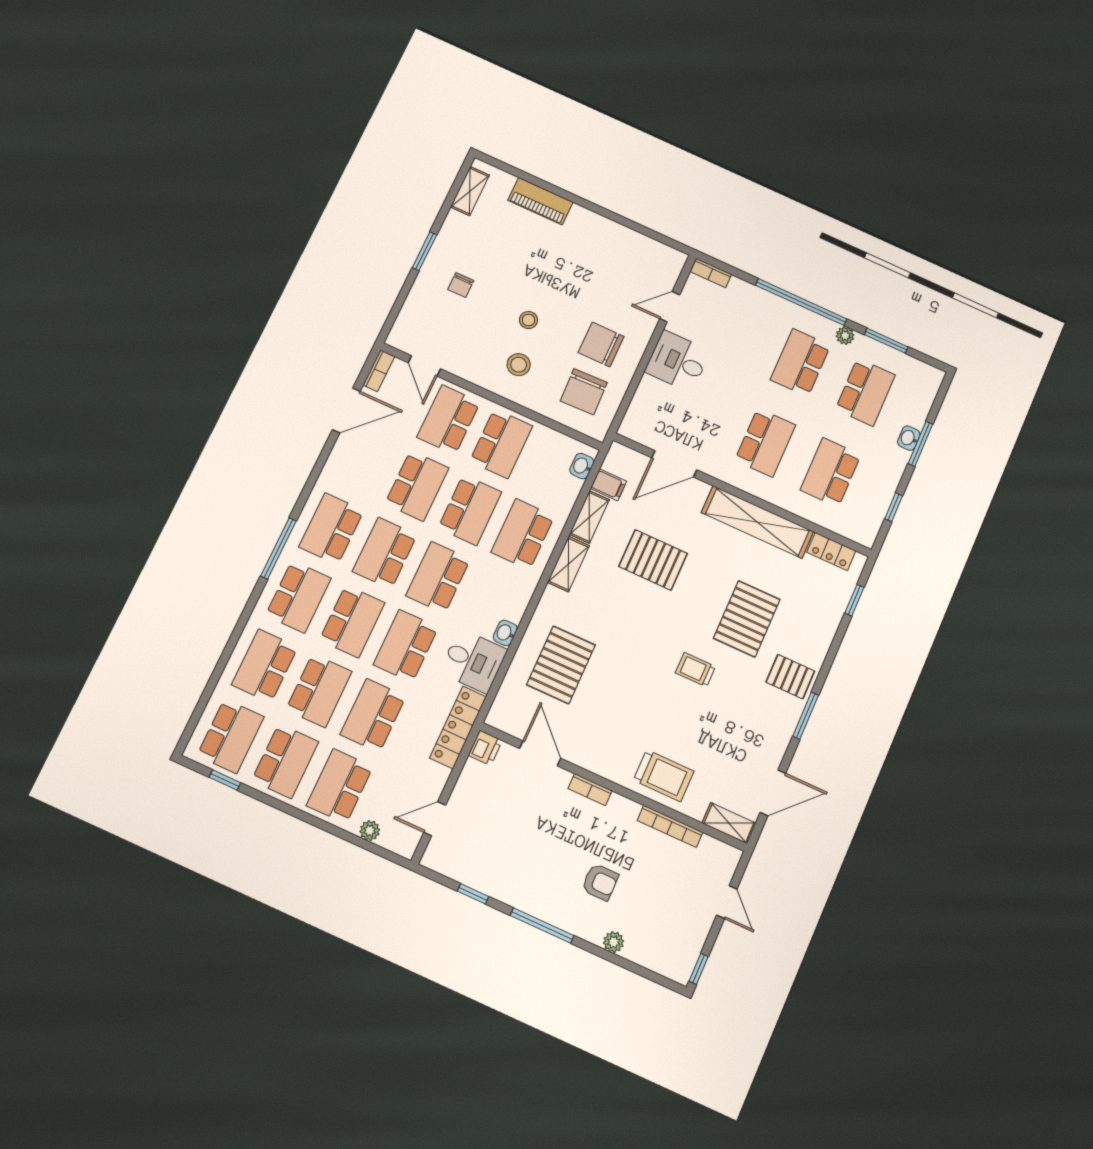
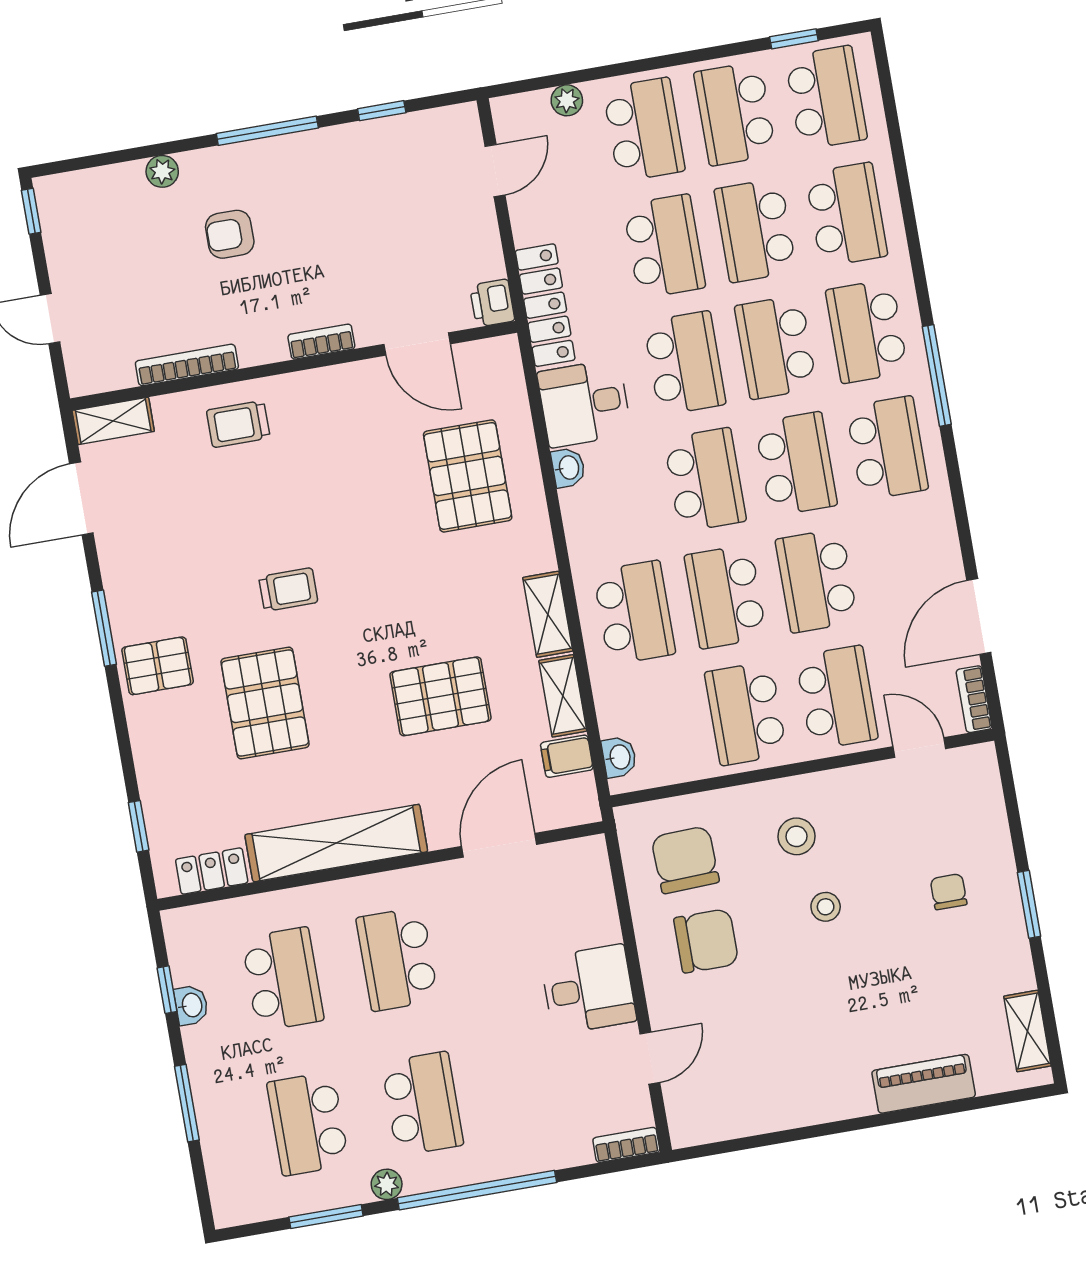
washbasin: (909, 438) -> (191, 1005), moved
school desk: (231, 736) -> (826, 98), turned 180
trolley: (664, 776) -> (238, 424), width x0.73, depth x0.72

